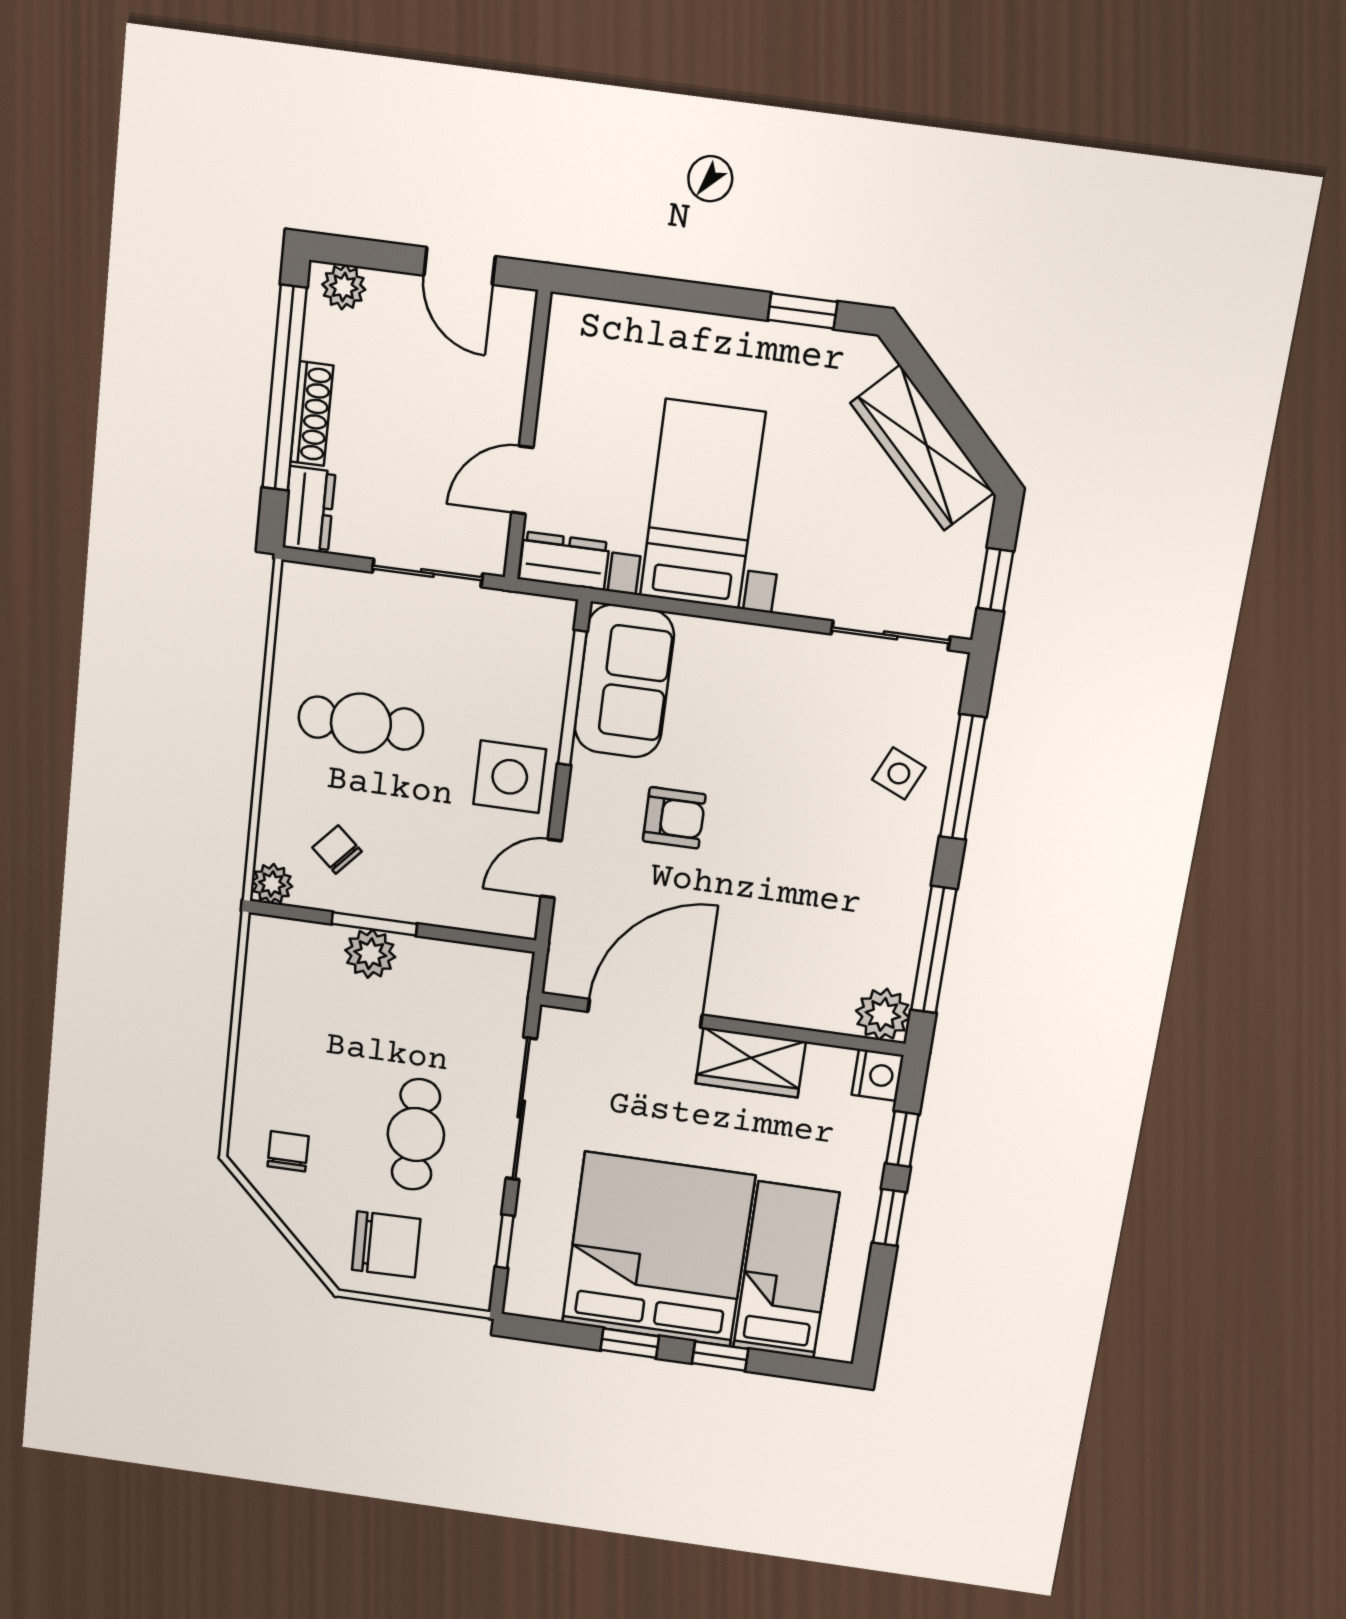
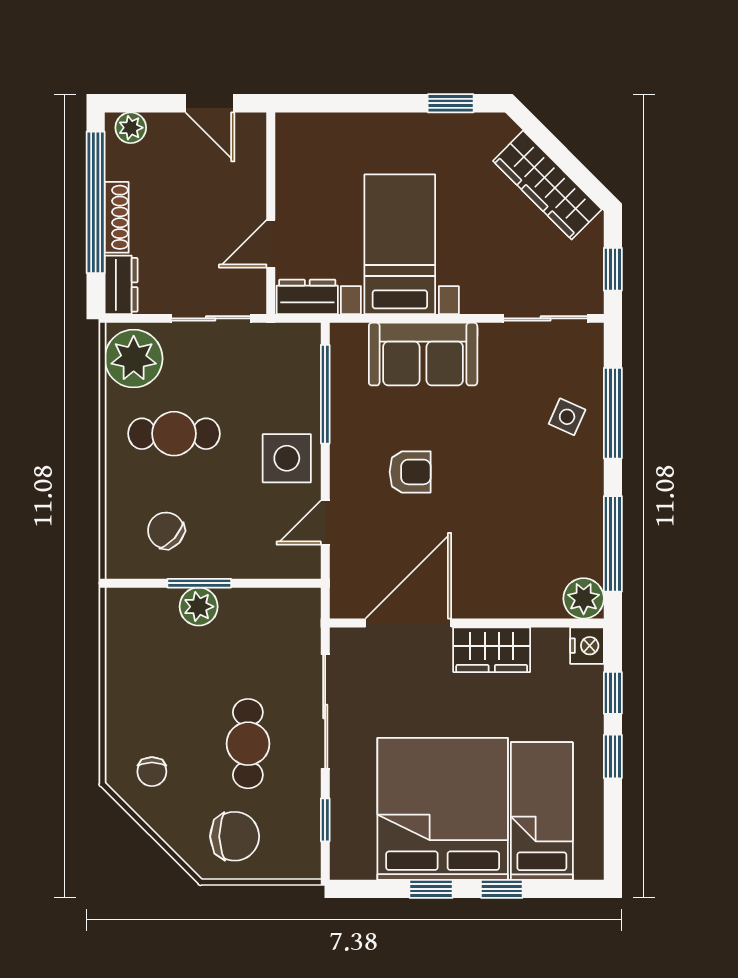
sofa: (624, 681) -> (423, 354), moved, turned 90
chair: (337, 850) -> (166, 530), width x1.37, depth x1.37
plant: (272, 884) -> (134, 359), moved, width x1.88, depth x1.88
chair: (288, 1151) -> (152, 772), turned 180

